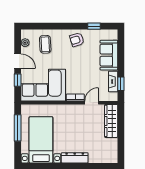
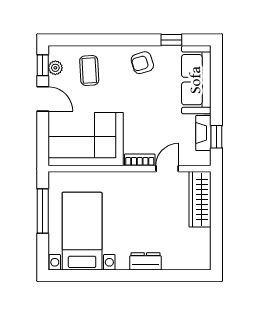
sofa: (109, 55) -> (196, 80), width x1.36
window: (18, 80) -> (43, 65), moved
dresser: (75, 158) -> (145, 261), width x0.70

